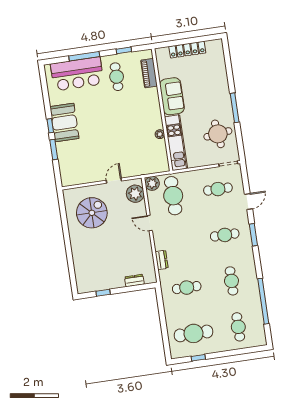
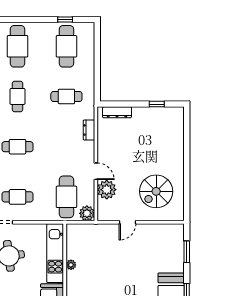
window: (54, 149) -> (187, 252), moved
plant: (135, 194) -> (107, 190), moved
dresser: (134, 281) -> (117, 112), width x1.44
cafe table: (238, 327) -> (17, 46), width x1.37, depth x1.35
cafe table: (193, 333) -> (66, 46), turned 90

